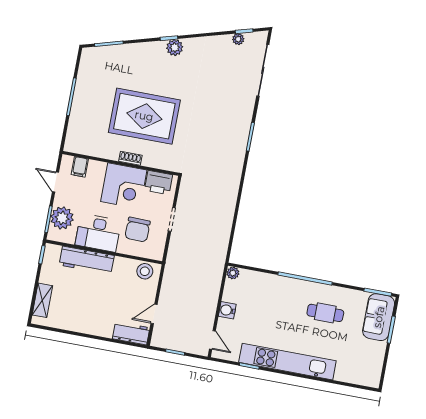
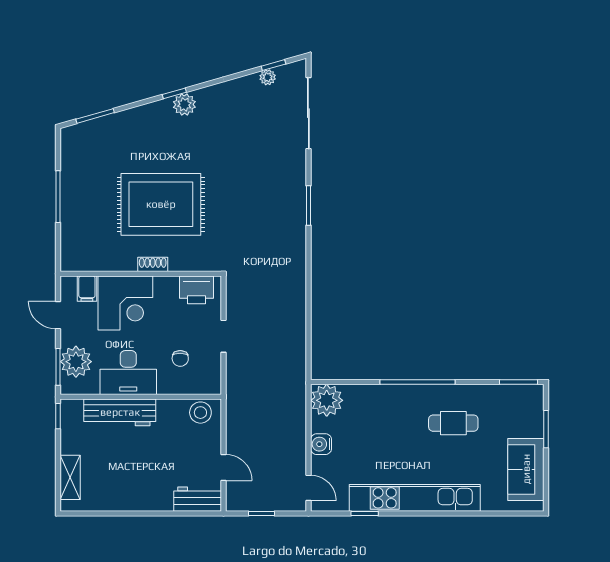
corner desk: (124, 186) -> (125, 303), moved
chair: (138, 230) -> (180, 358), width x0.54, depth x0.54
plant: (233, 273) -> (327, 400), width x1.88, depth x1.88
door: (154, 314) -> (224, 467), swing flipped
sofa: (379, 317) -> (526, 469), moved

